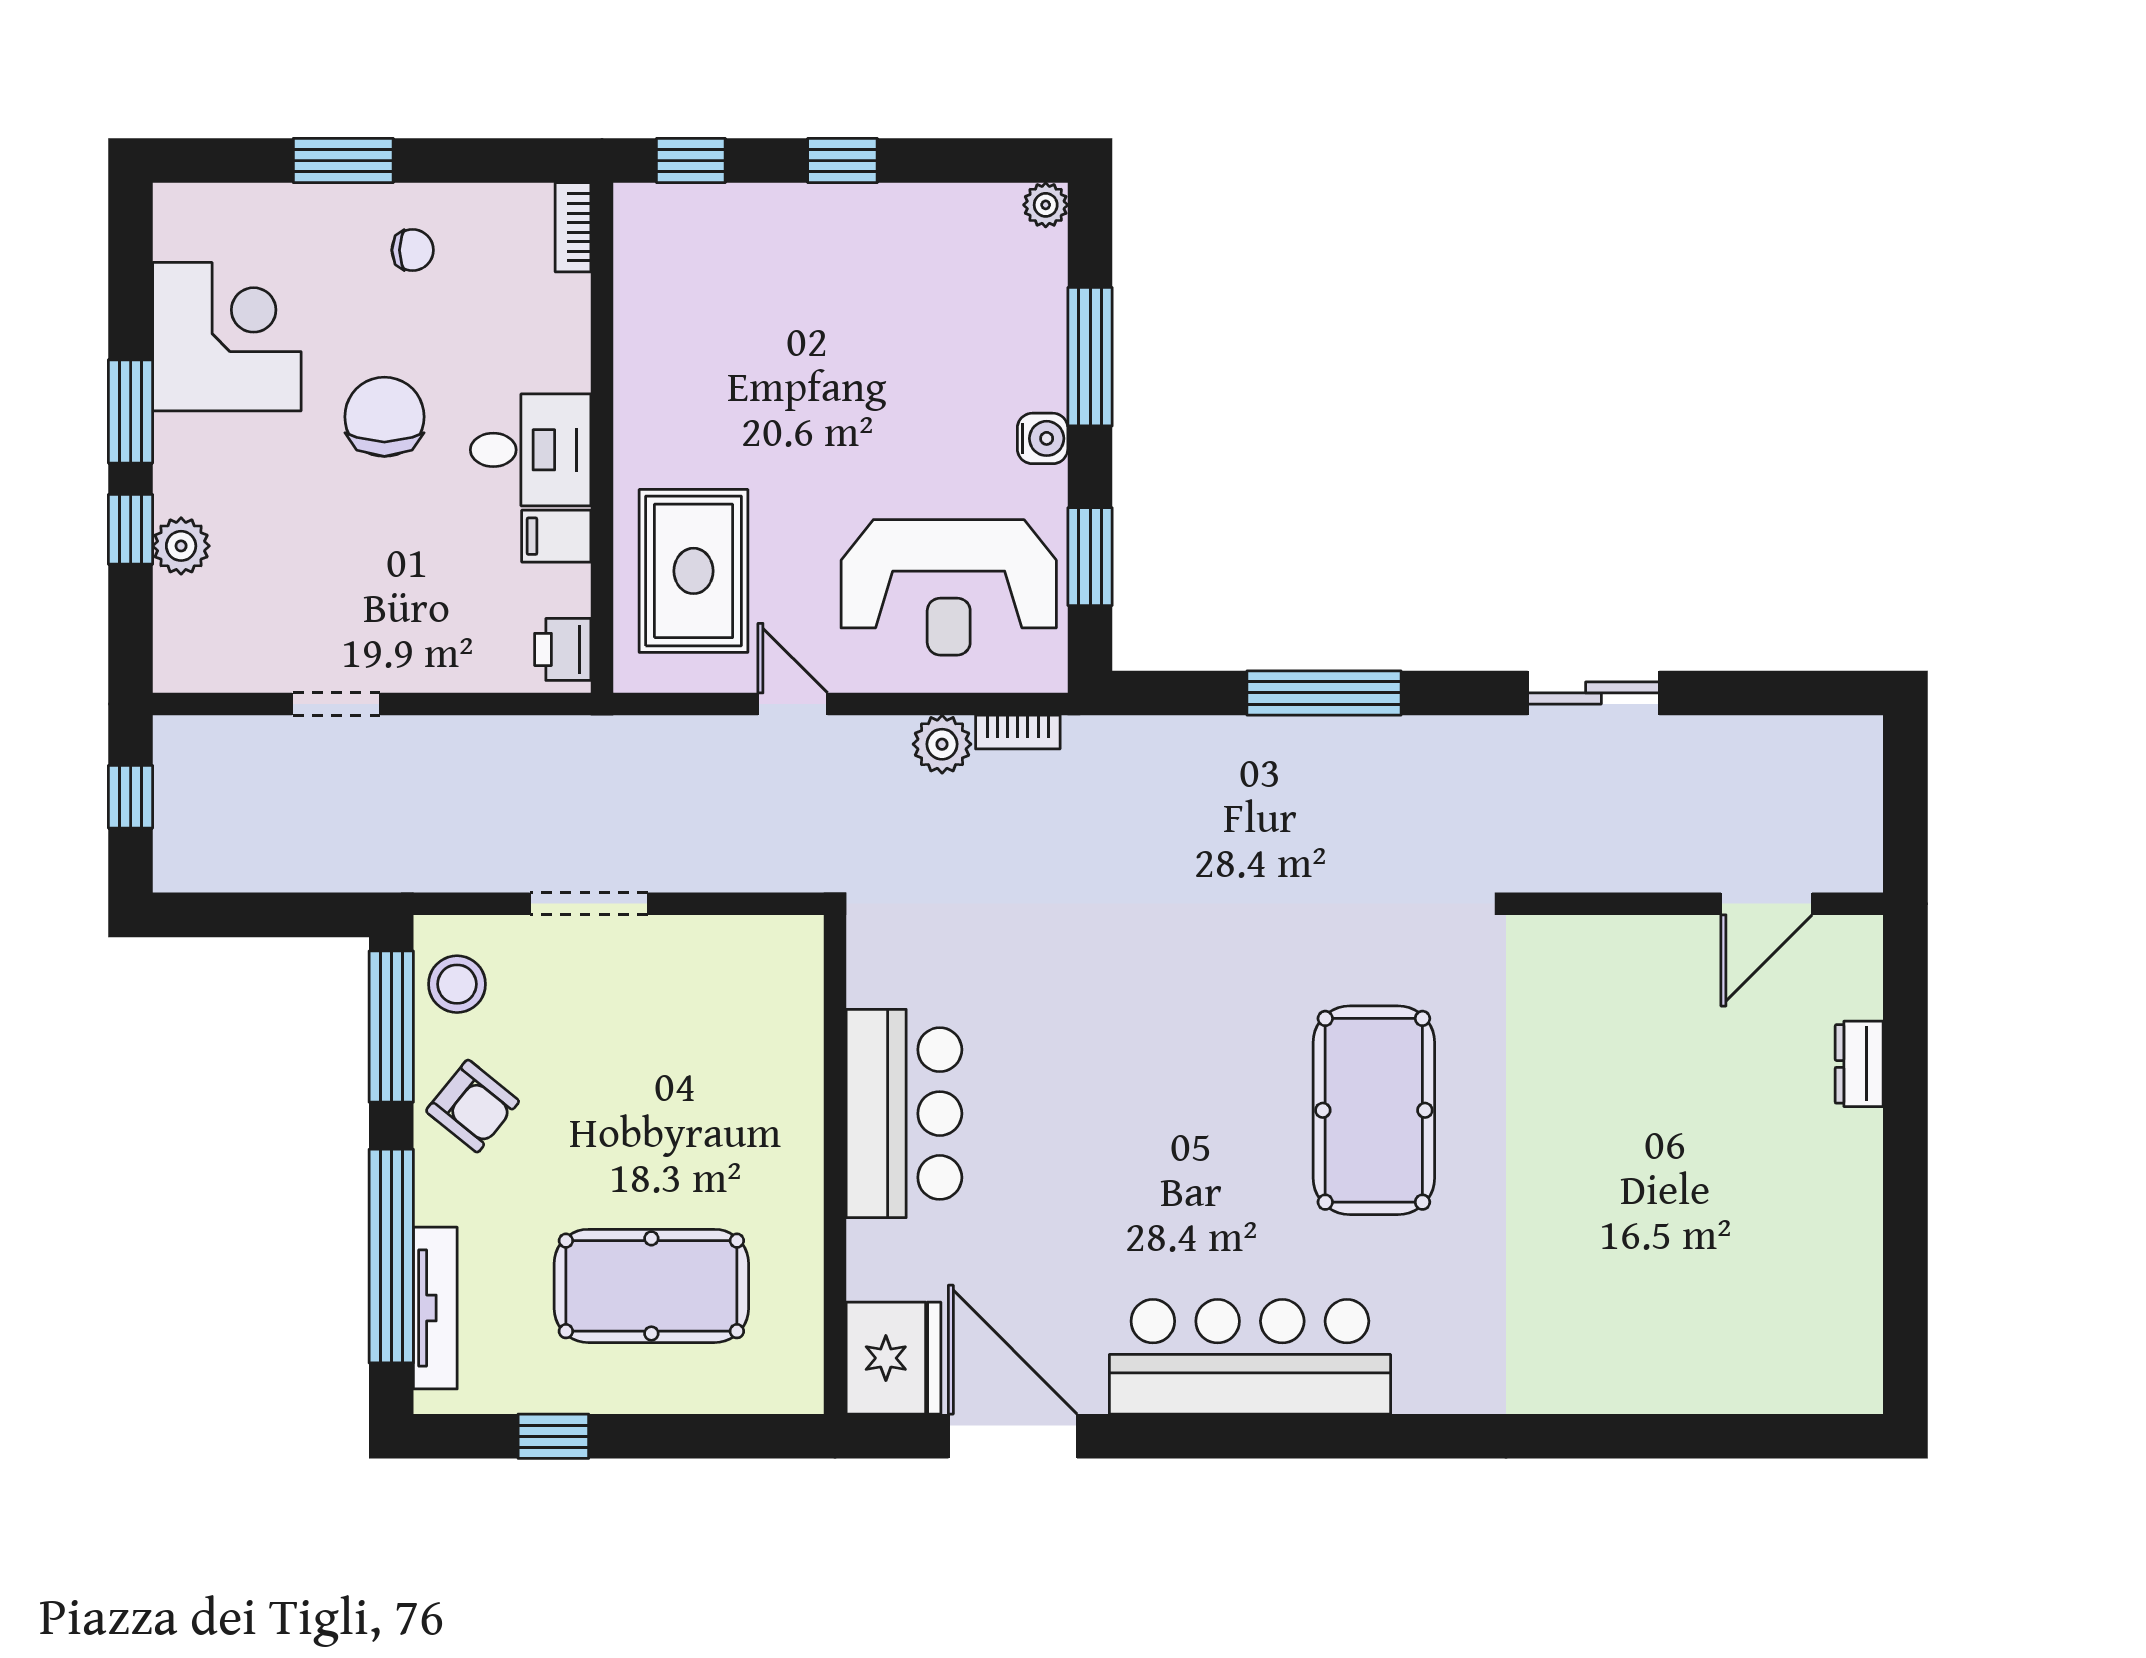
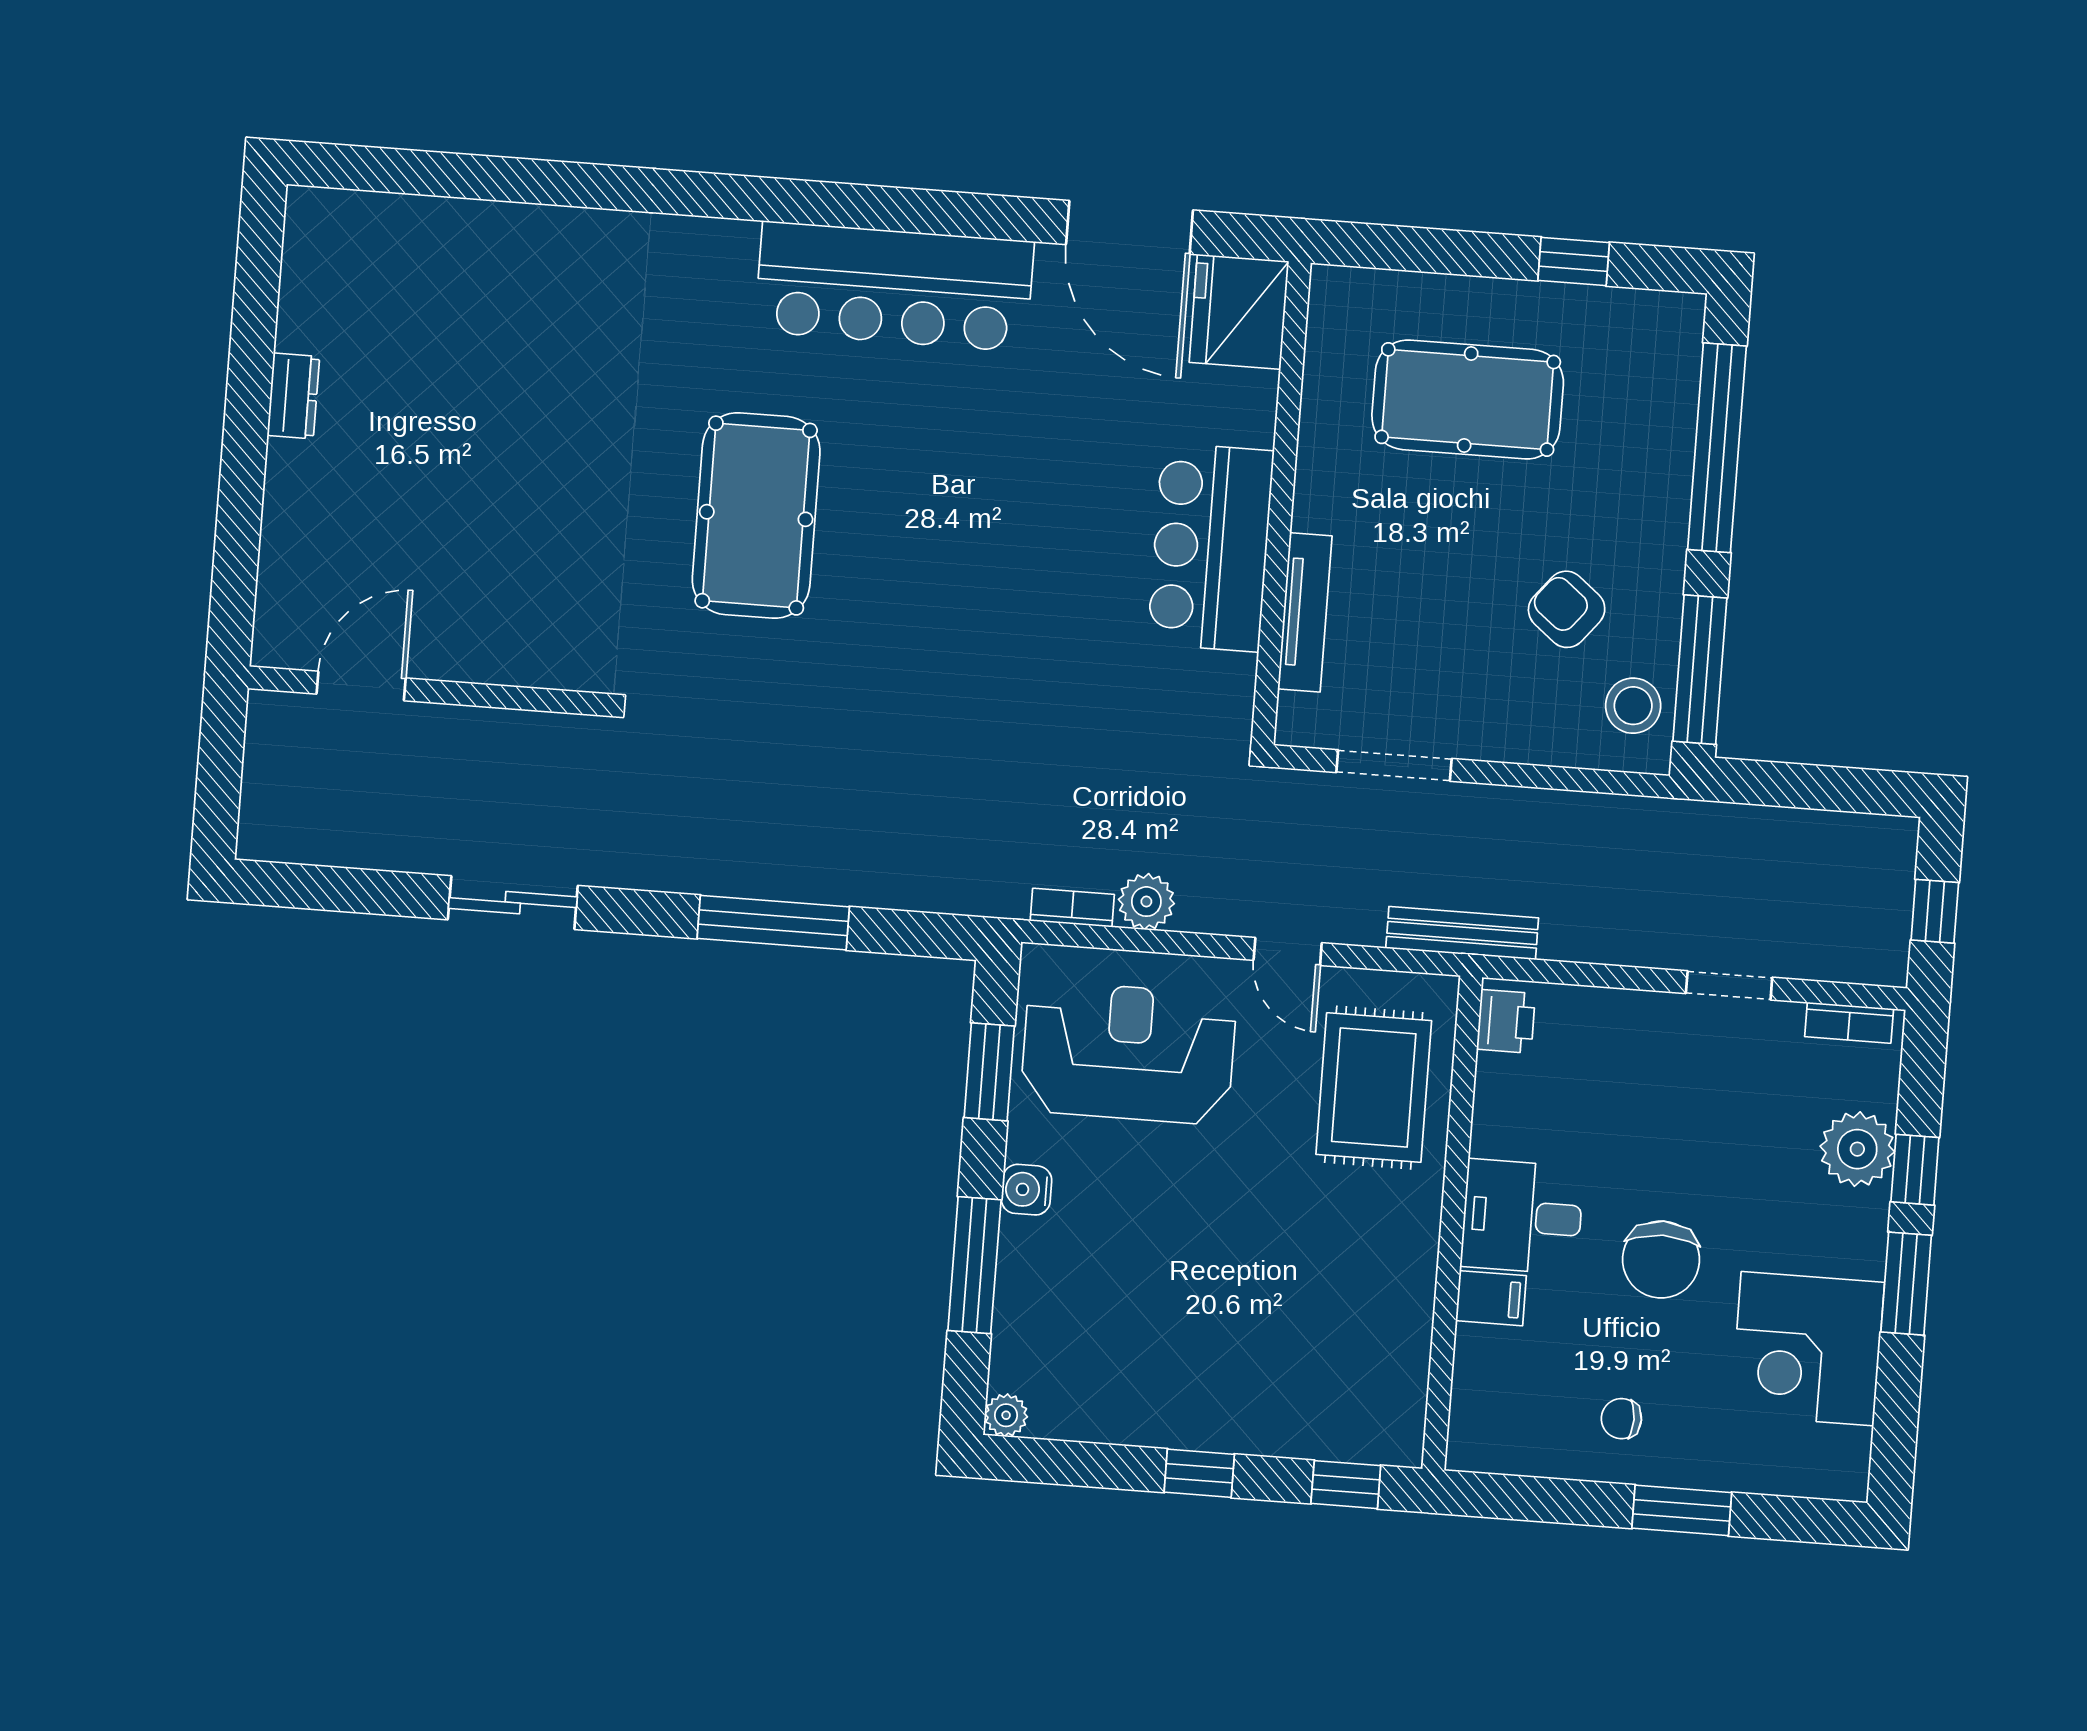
bookcase: (573, 227) -> (1849, 1023), moved, turned 90
filing cabinet: (556, 536) -> (1491, 1298), moved
plant: (181, 546) -> (1857, 1149), width x1.36, depth x1.36
bench: (615, 737) -> (1462, 933), added
doorway: (589, 904) -> (1394, 765), moved
dresser: (1859, 1064) -> (293, 396), moved
armchair: (473, 1106) -> (1567, 609), moved
tv unit: (435, 1308) -> (1305, 612), moved, turned 180

